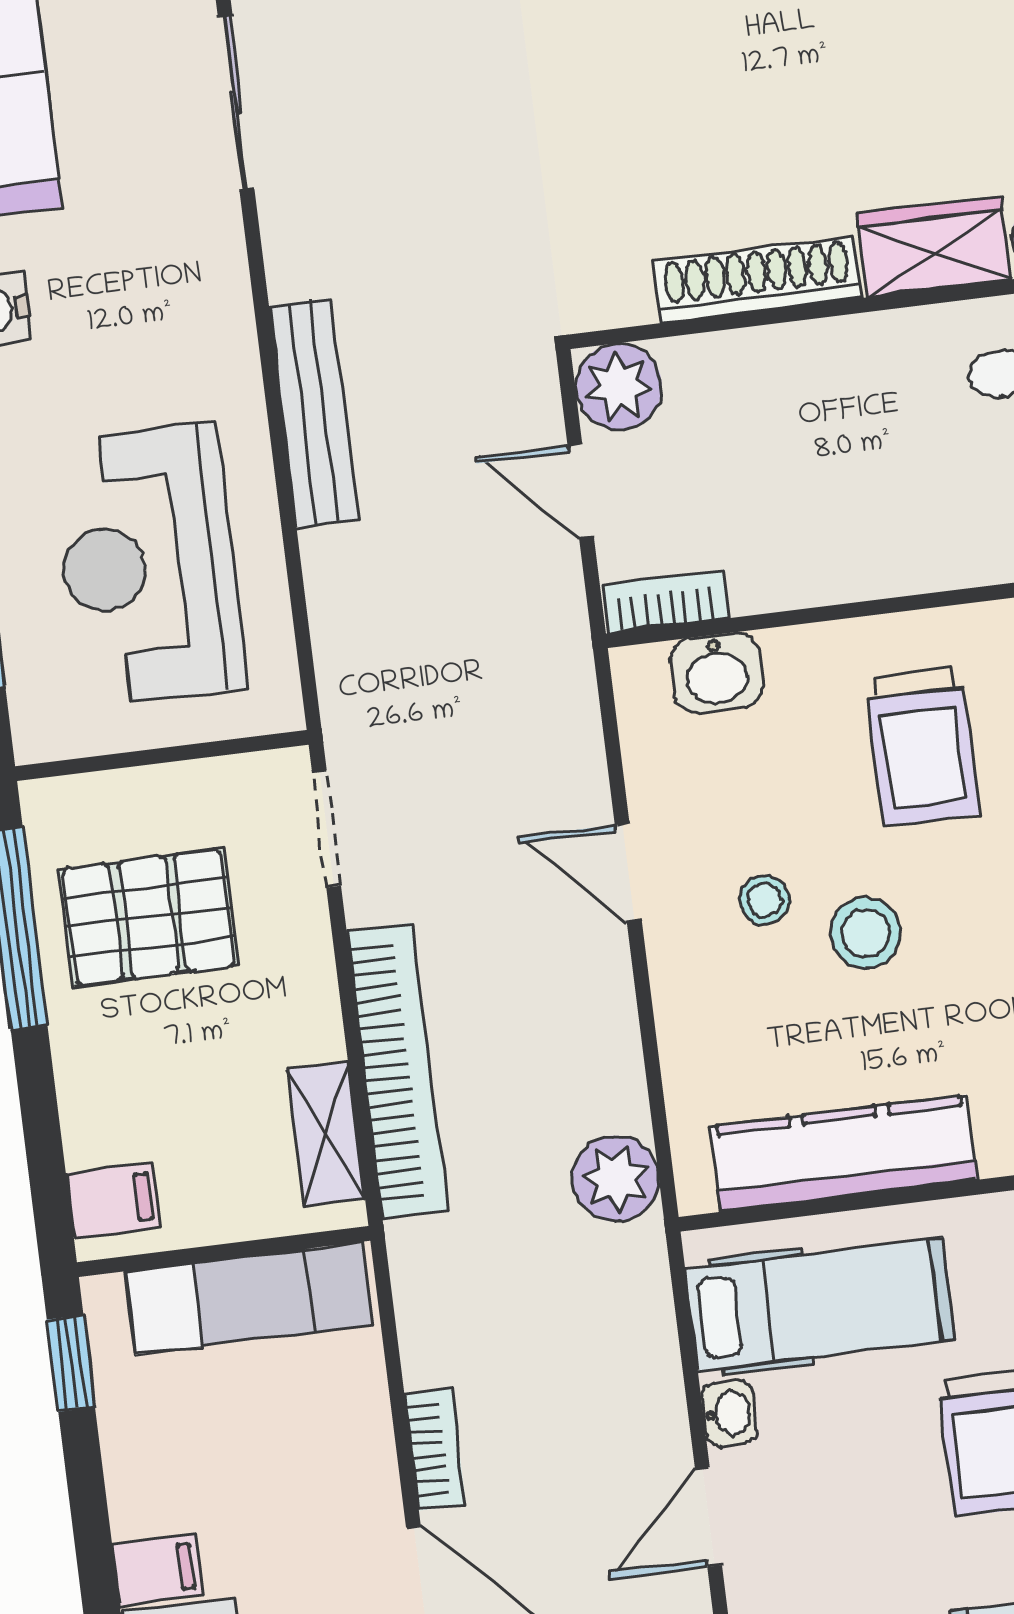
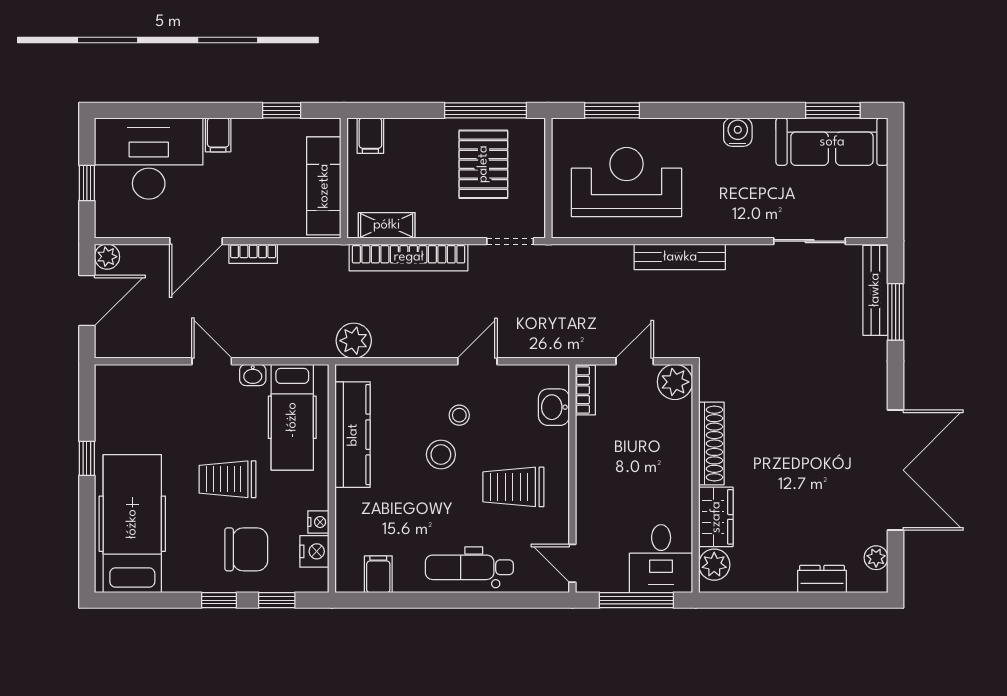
window: (71, 1363) -> (282, 110), moved

